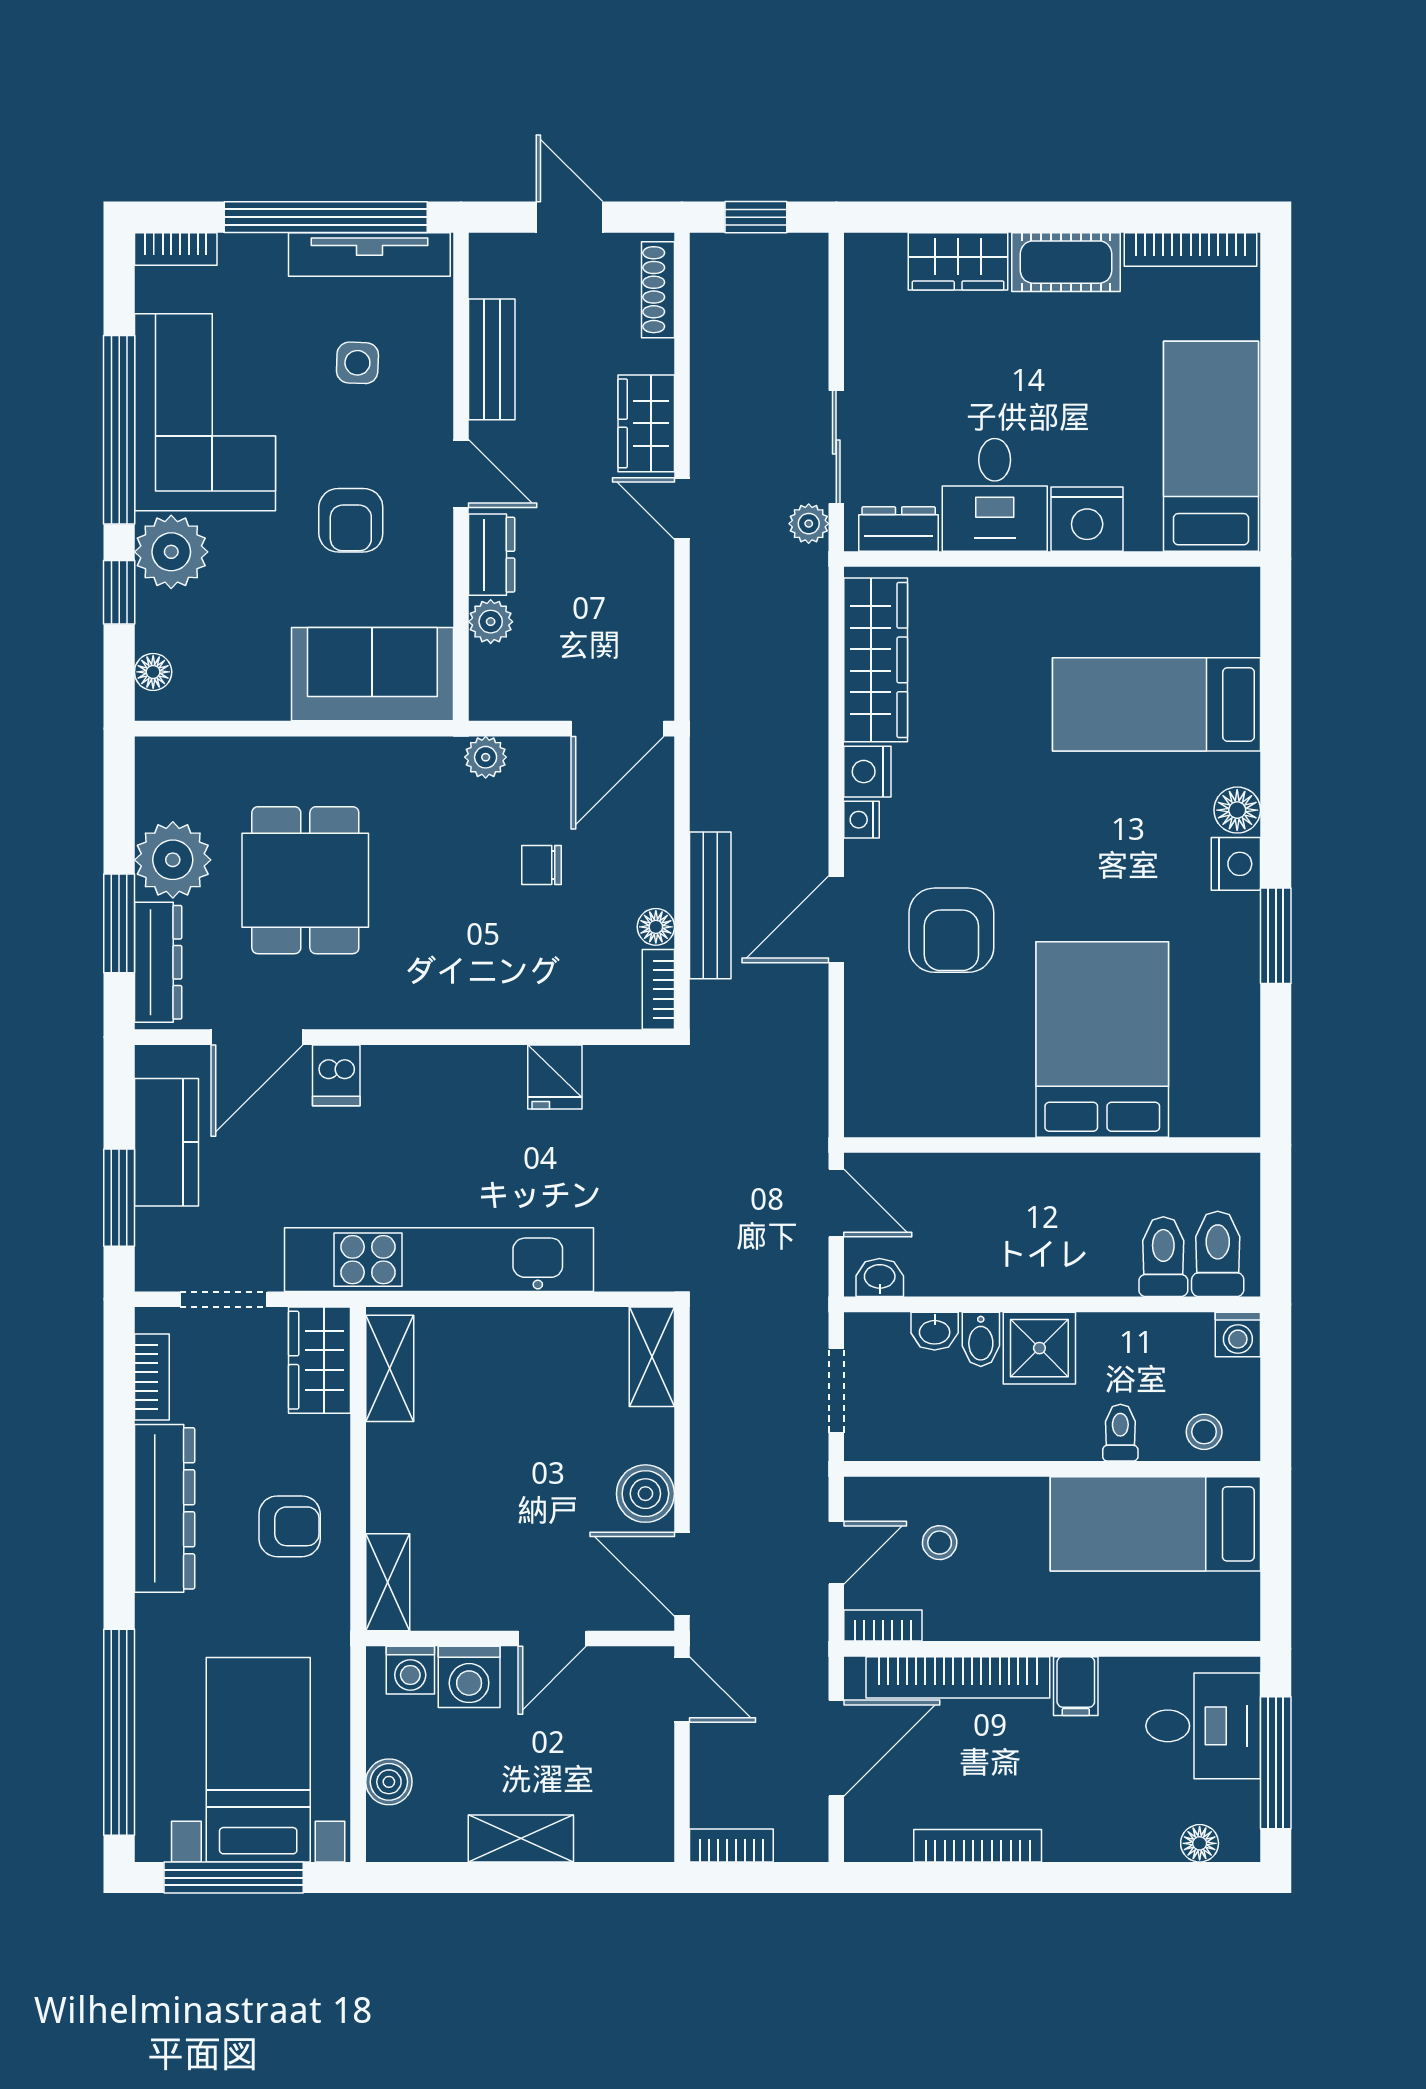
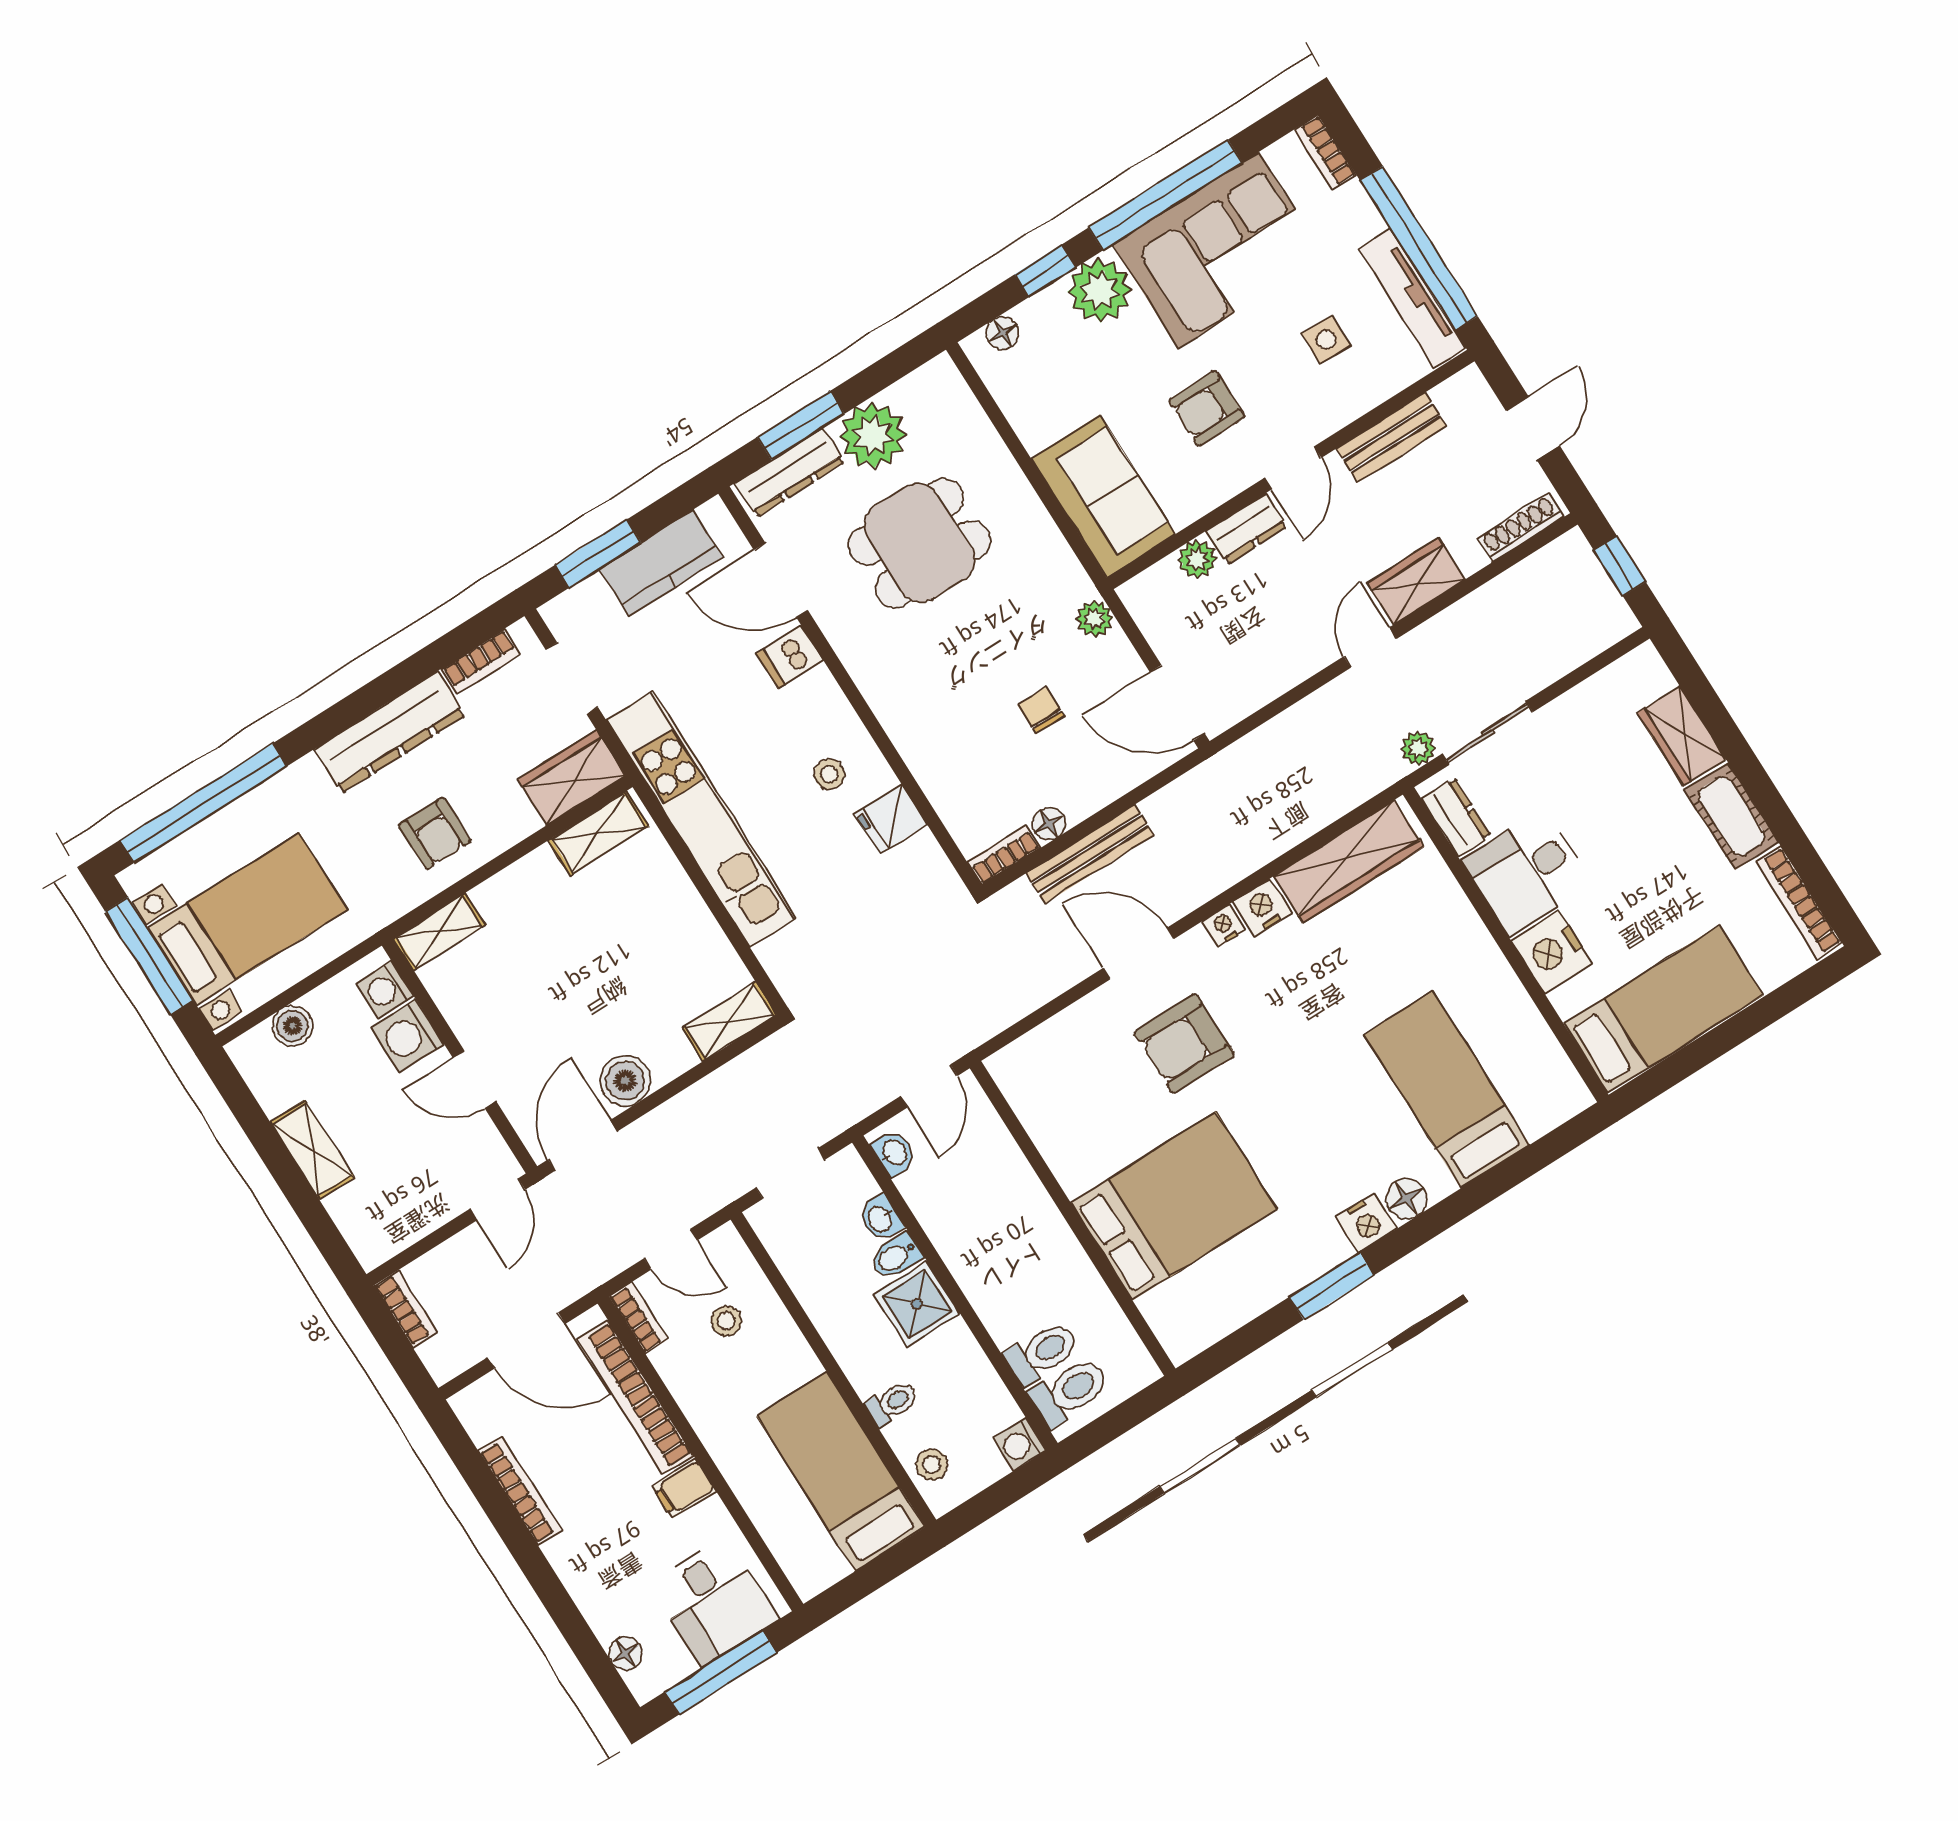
stool: (474, 1109) -> (829, 774), added

